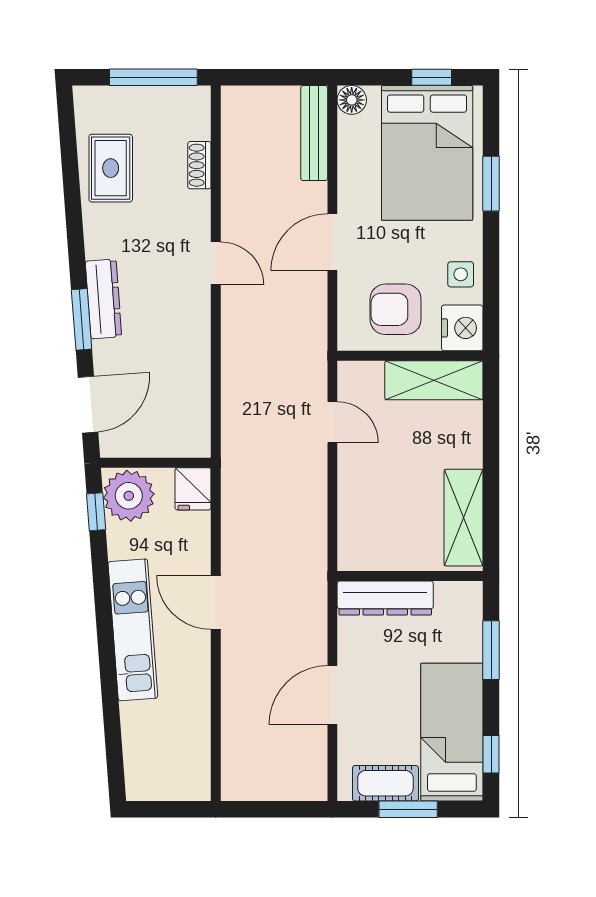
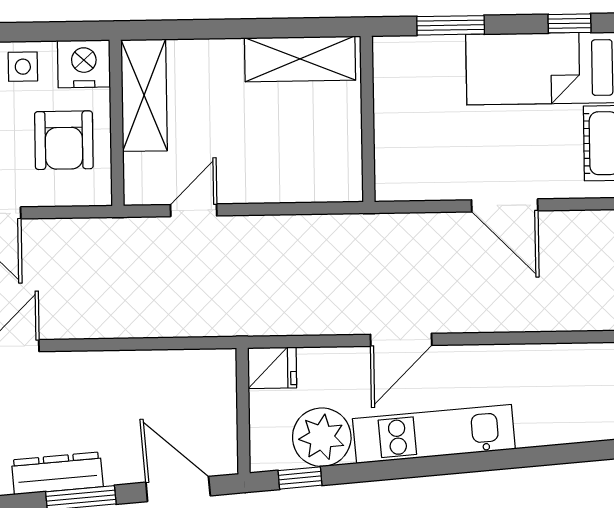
plant: (129, 496) -> (322, 437), moved
dresser: (385, 598) -> (393, 147), removed

